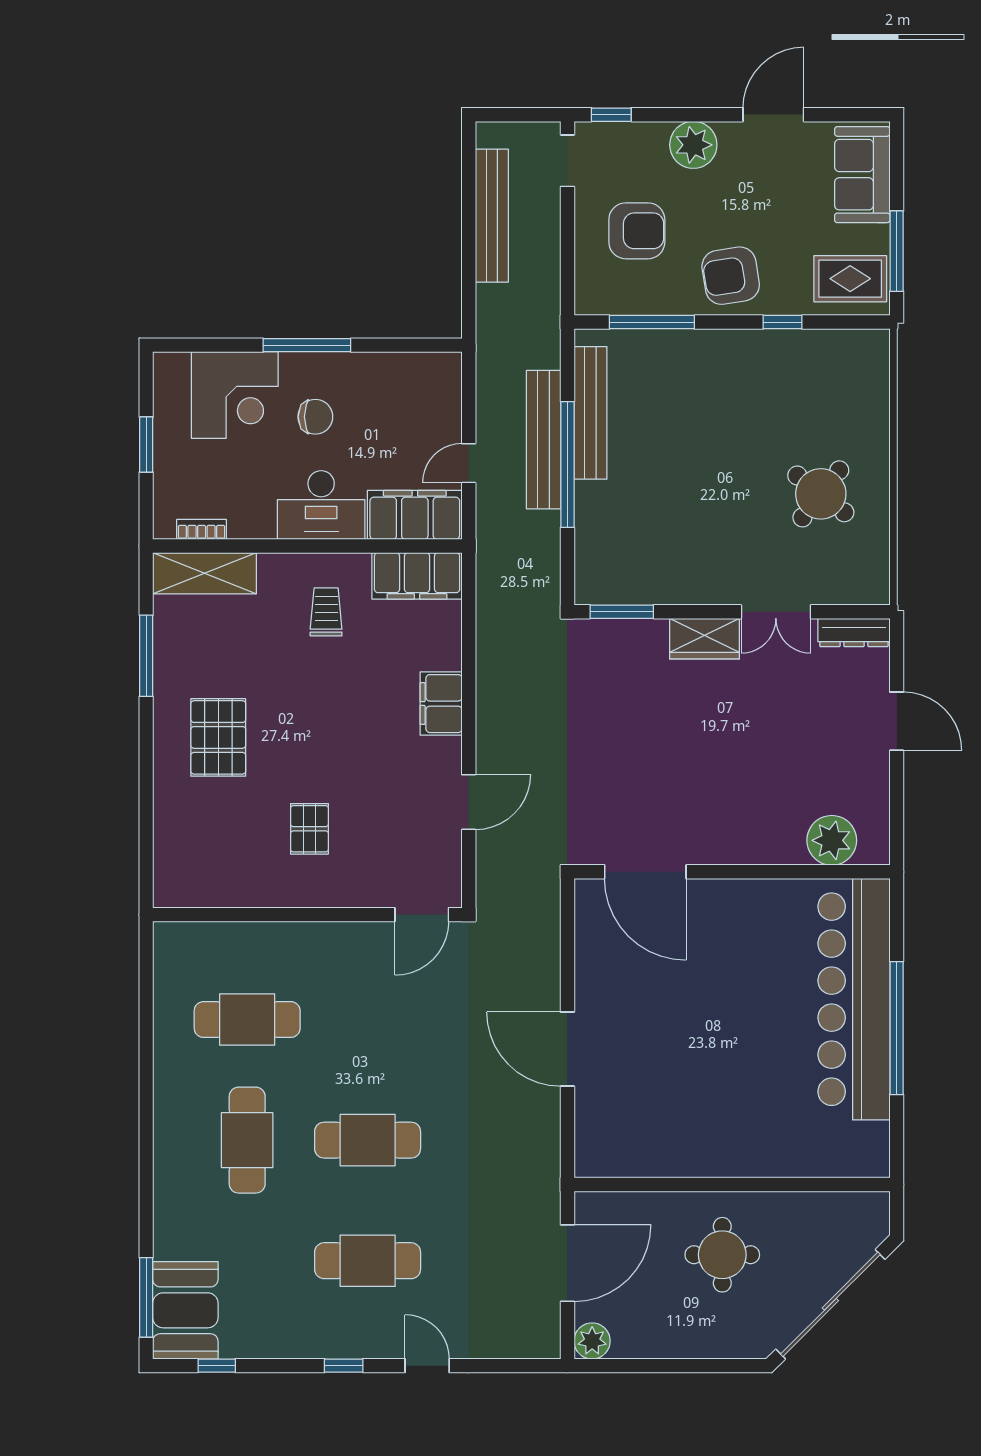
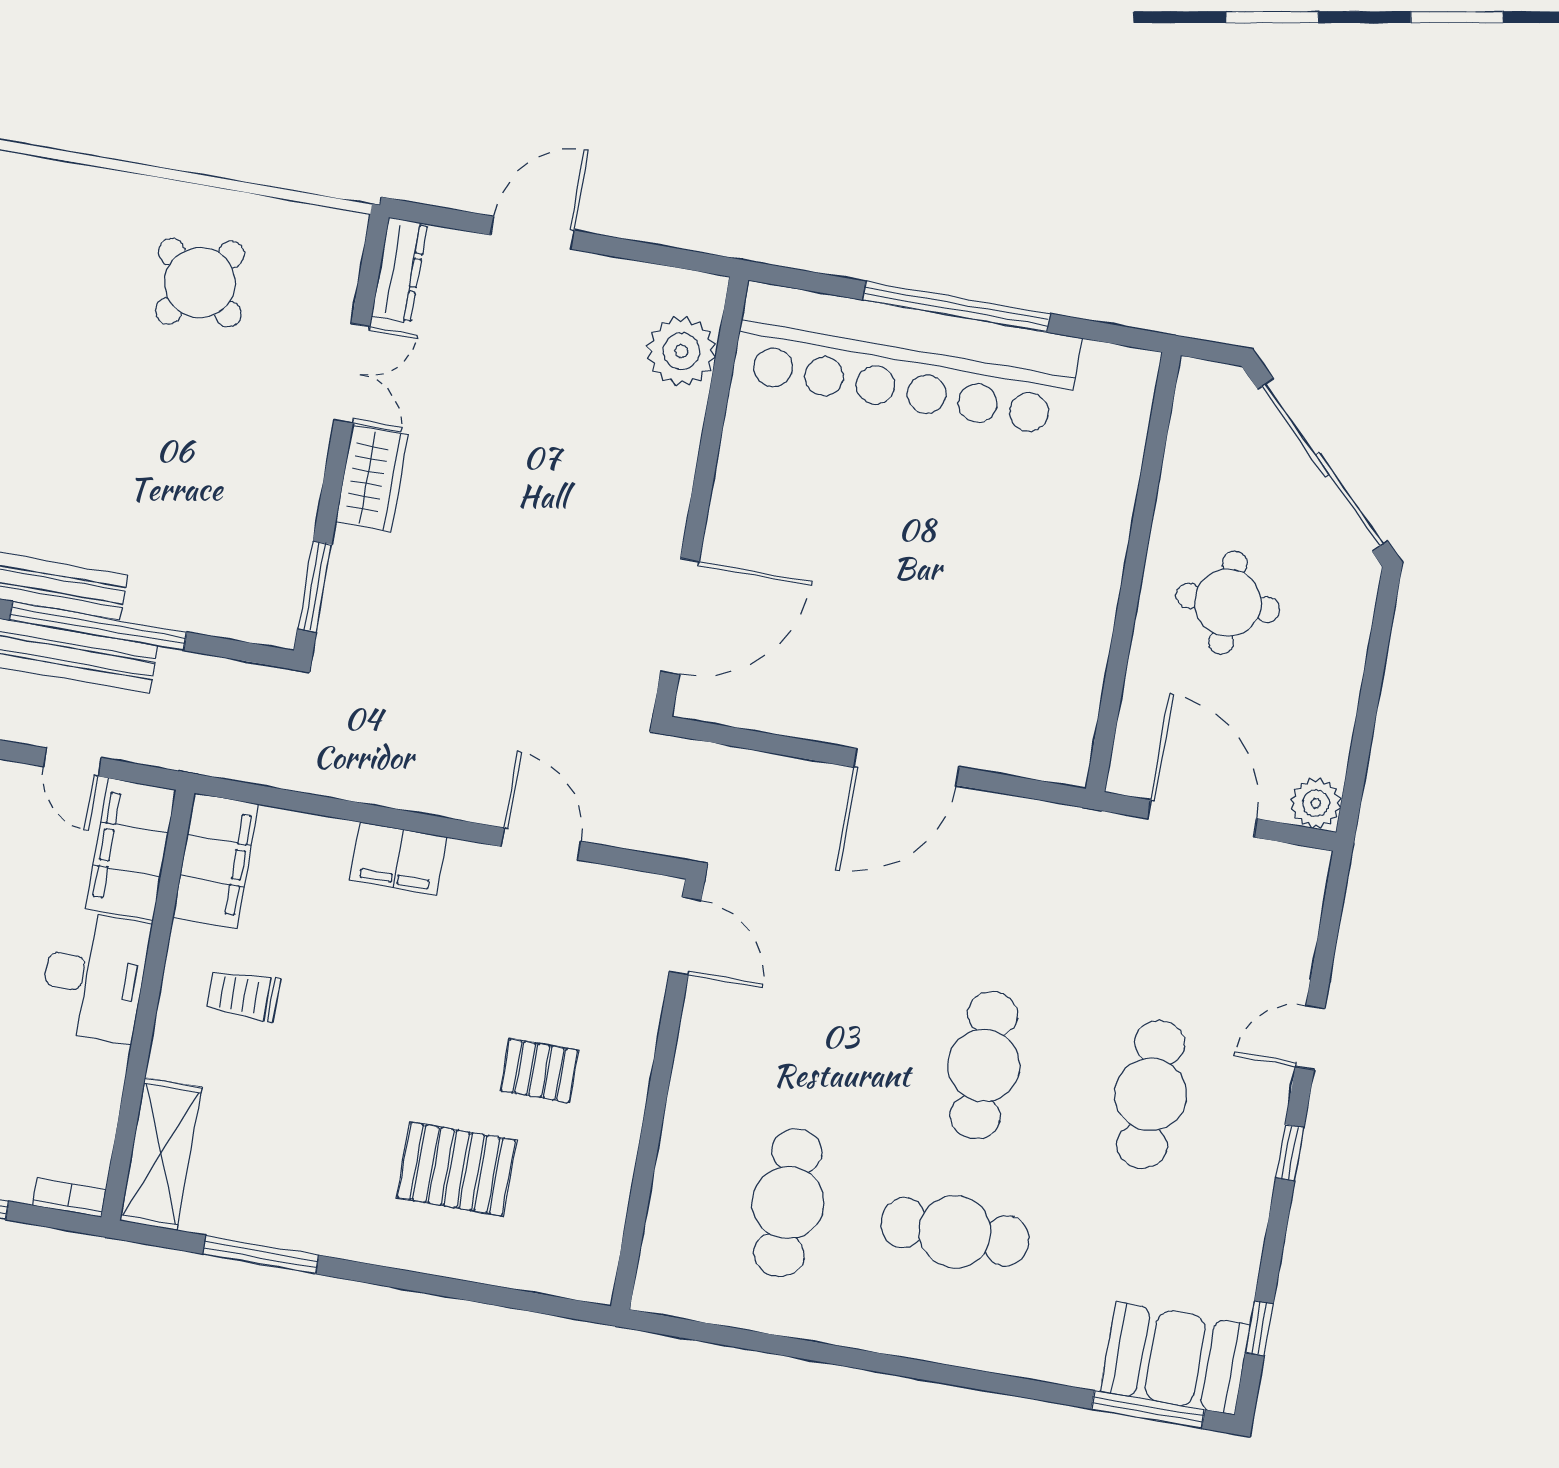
bookcase: (202, 529) -> (69, 1198), moved, turned 90
pallet: (218, 737) -> (456, 1169), moved

